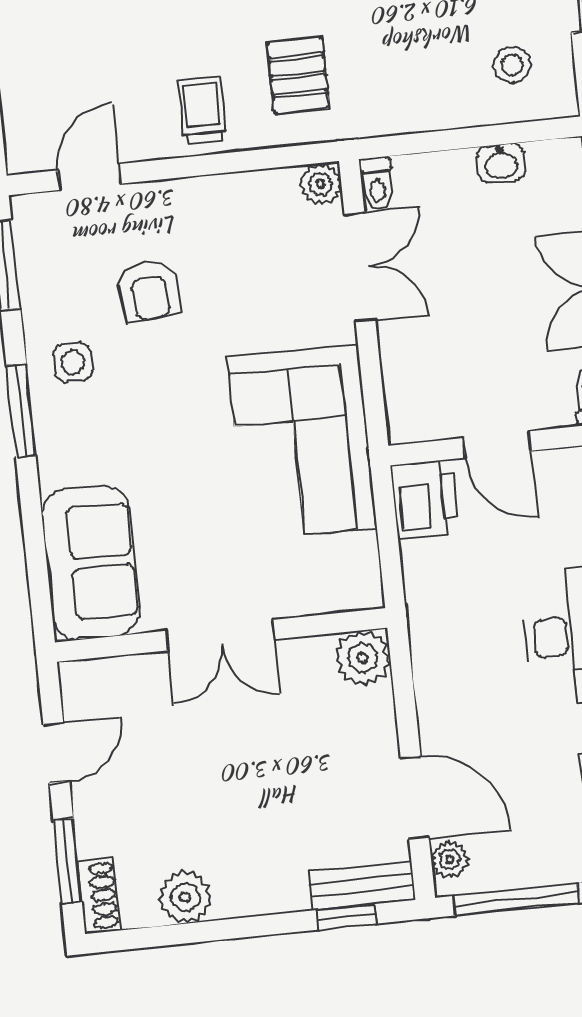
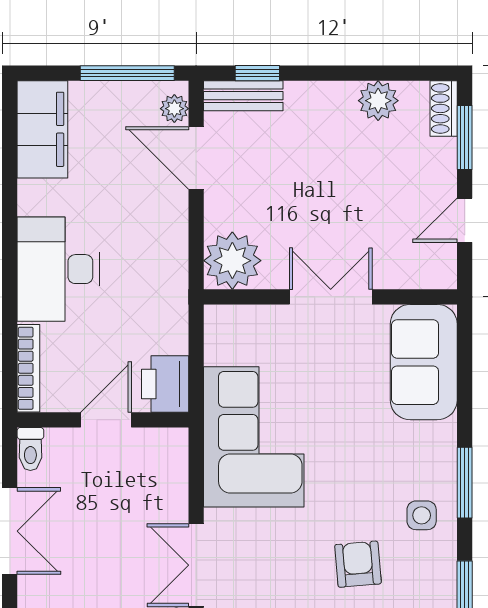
door: (497, 444) -> (106, 420), hinge flipped
plant: (363, 658) -> (232, 261), width x1.36, depth x1.36

